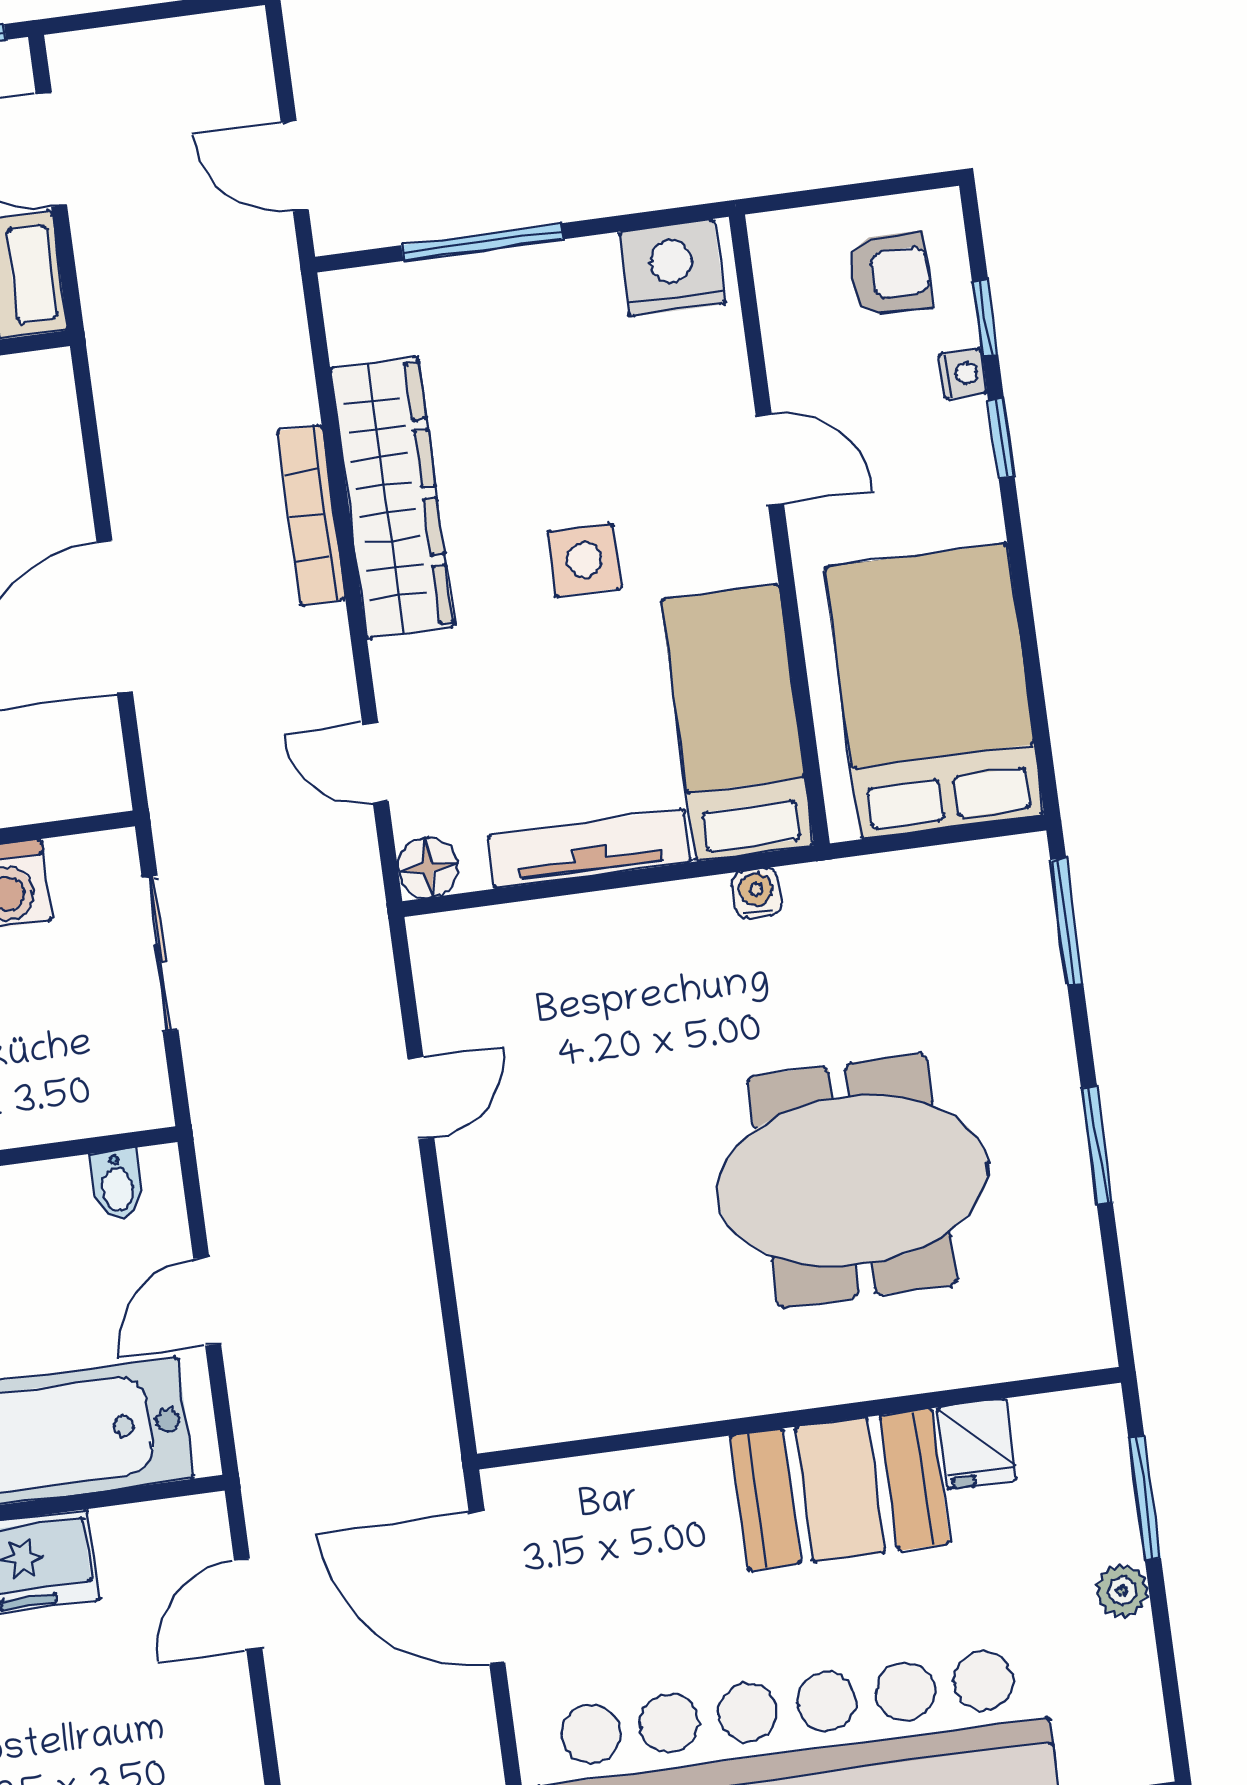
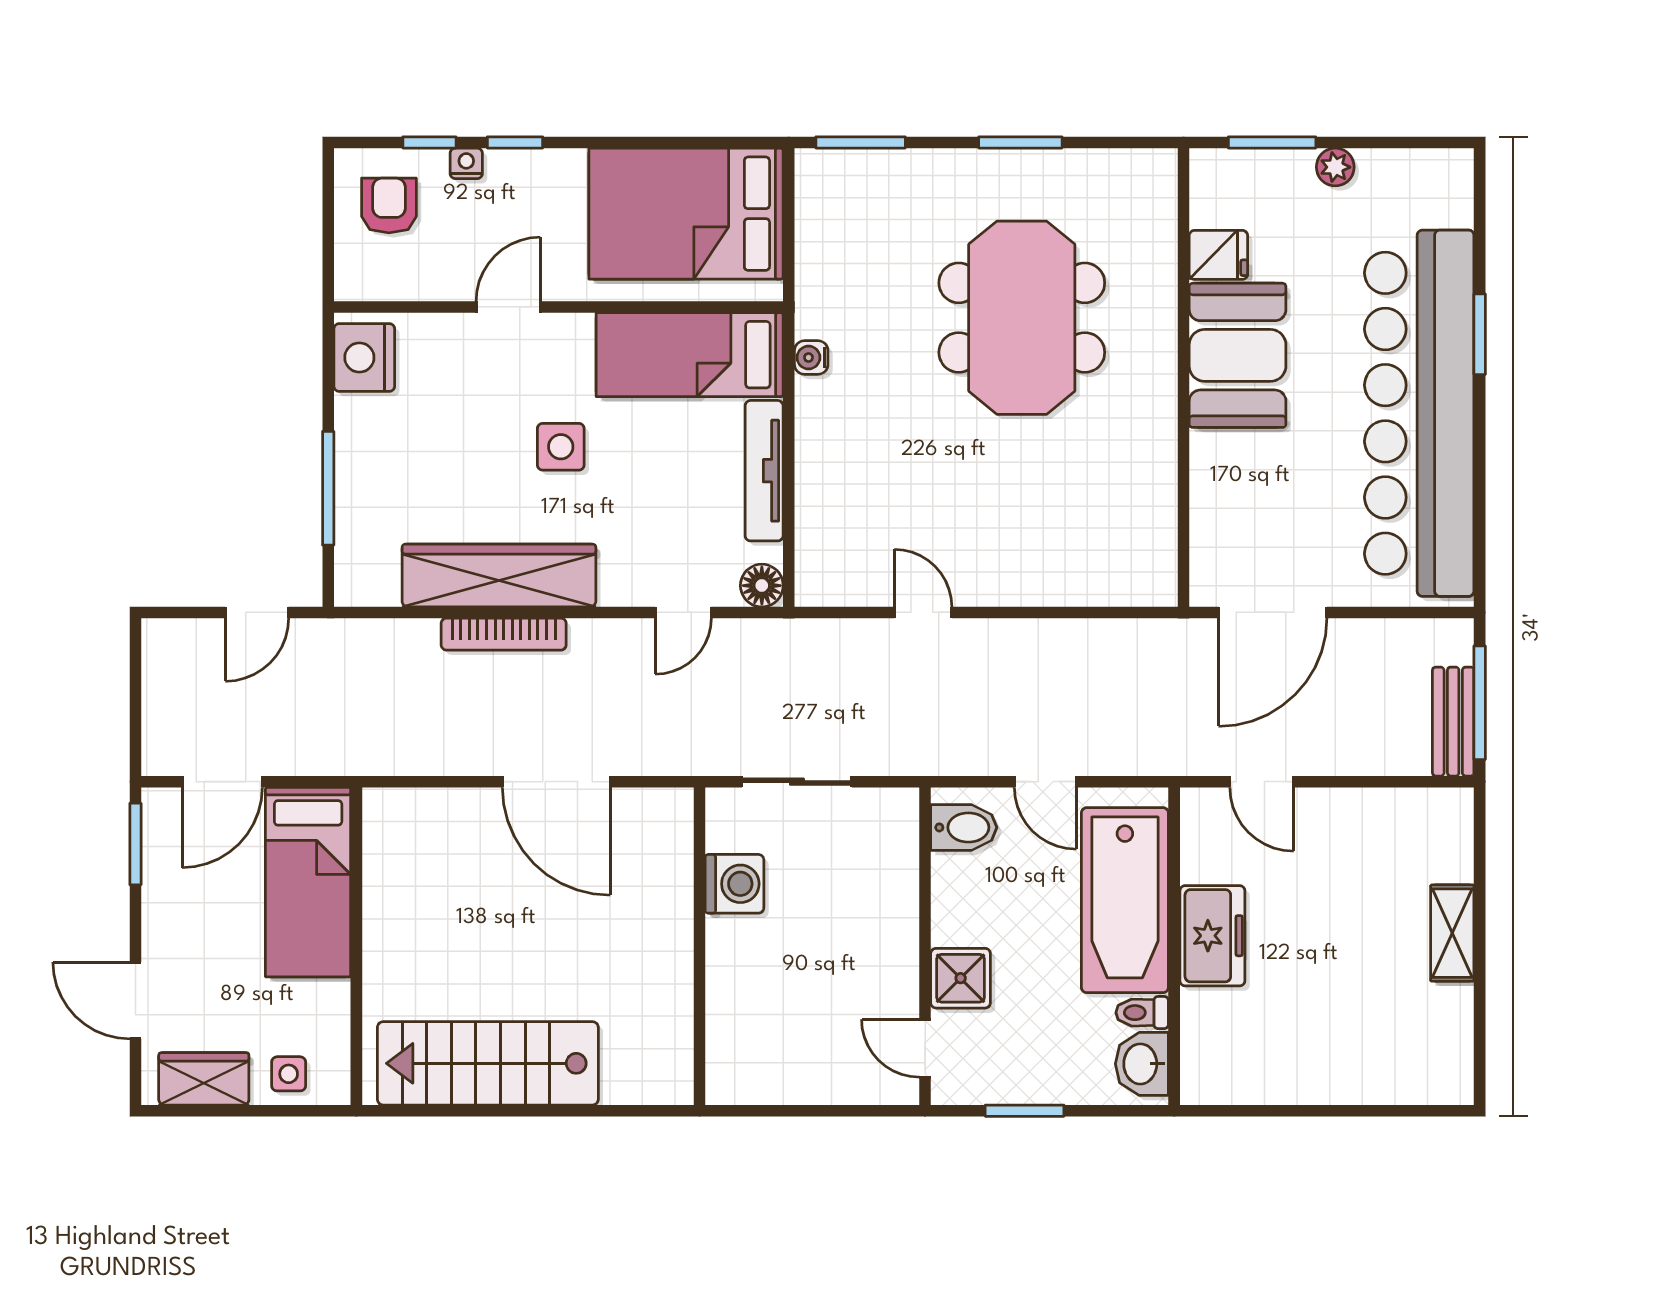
bidet: (117, 1185) -> (964, 827), width x1.38, depth x1.36

